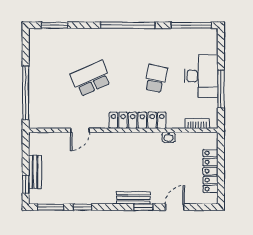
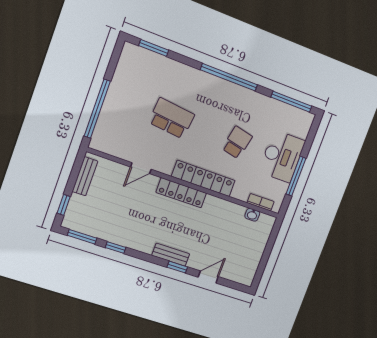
school desk: (91, 78) -> (171, 118), turned 30
washbasin: (169, 137) -> (252, 215), moved
locker: (210, 171) -> (181, 193), moved, turned -90
bench: (35, 172) -> (85, 176), moved

